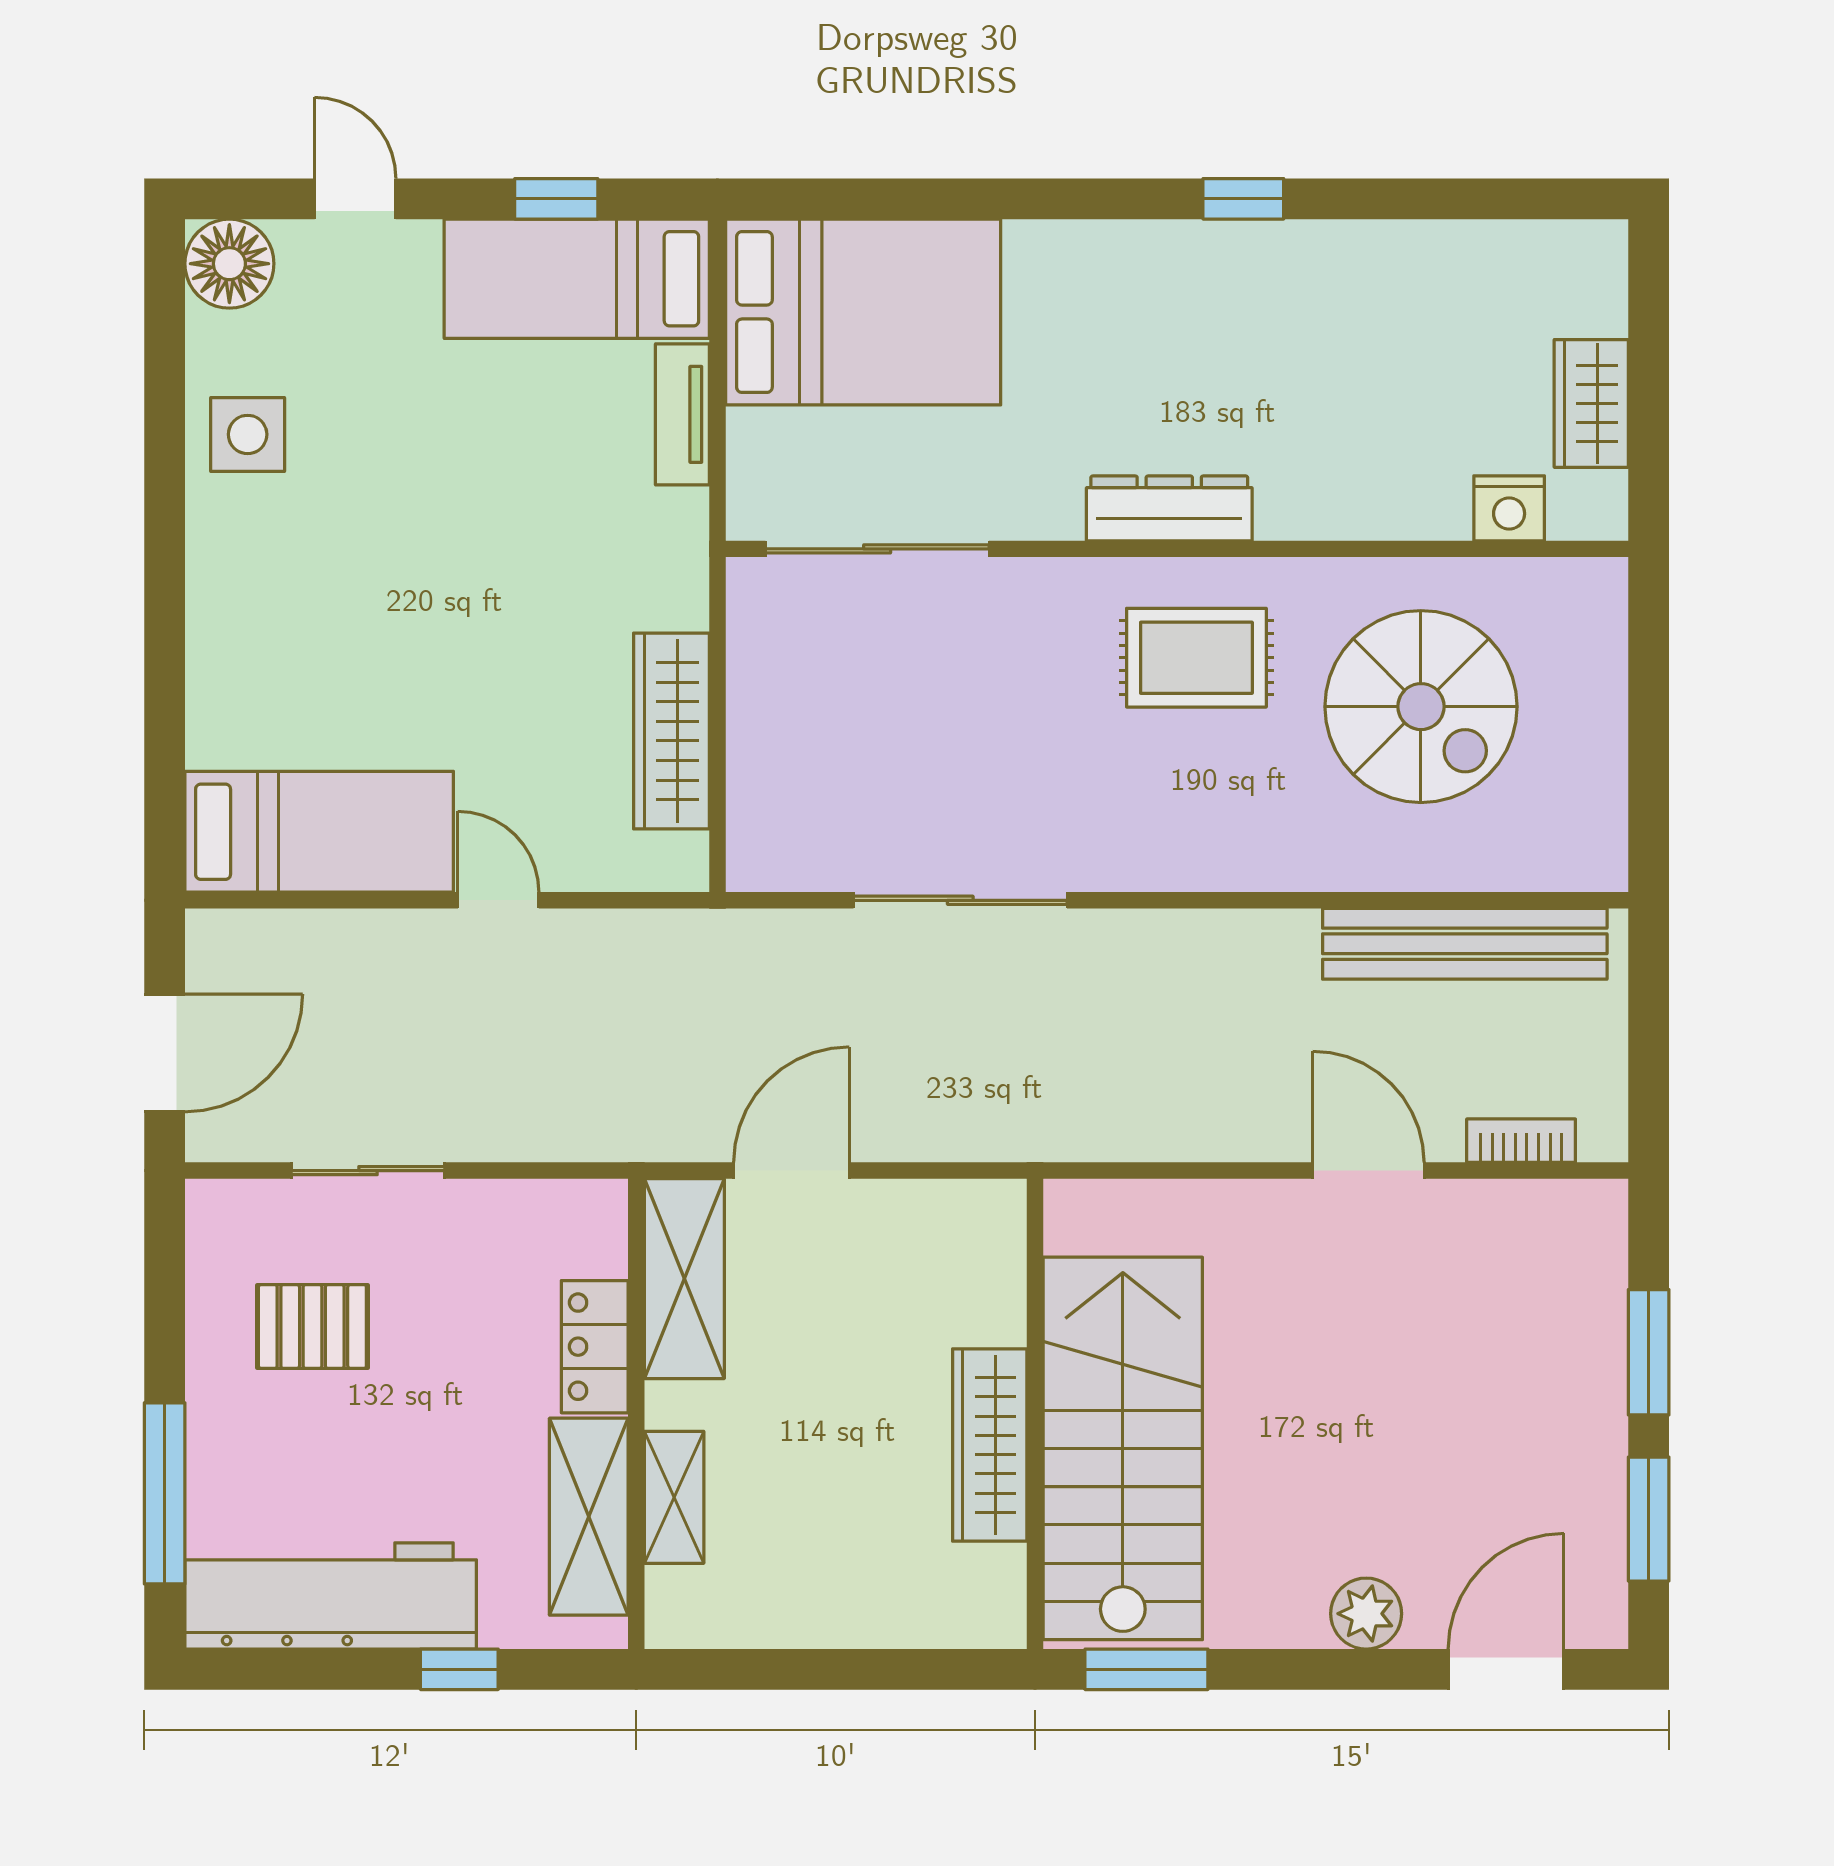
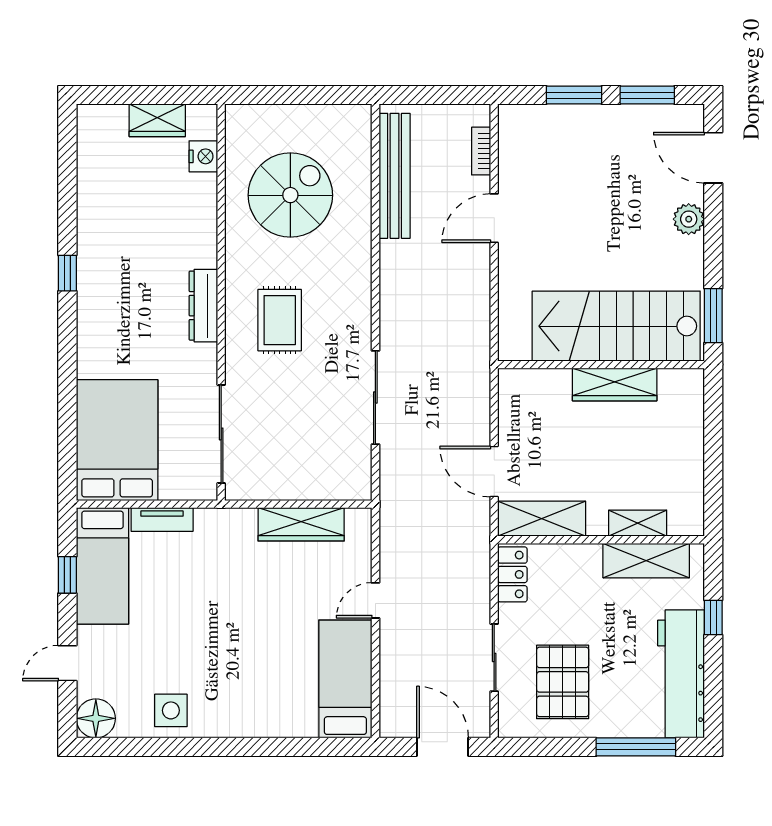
rug: (1196, 658) -> (280, 320), moved
pallet: (312, 1326) -> (563, 682), width x1.50, depth x1.42
locker: (595, 1347) -> (512, 574), moved, turned -90

